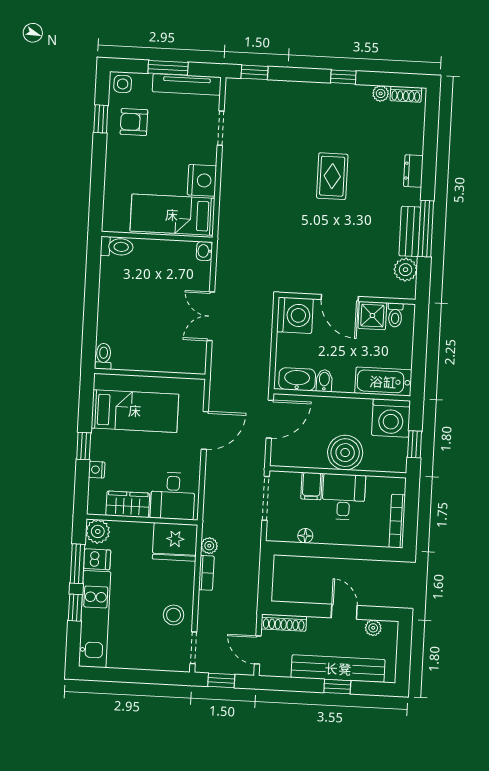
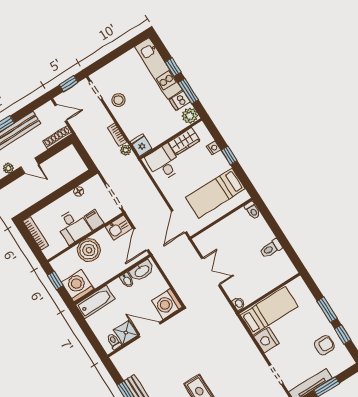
side table: (123, 84) -> (344, 361), removed
window: (98, 164) -> (327, 310), added
toilet: (117, 247) -> (271, 248), moved
plant: (405, 270) -> (126, 369), removed
door: (205, 430) -> (179, 222), moved
kitchen sink: (287, 455) -> (119, 227), added
fridge: (175, 542) -> (141, 145), width x0.53, depth x0.75

